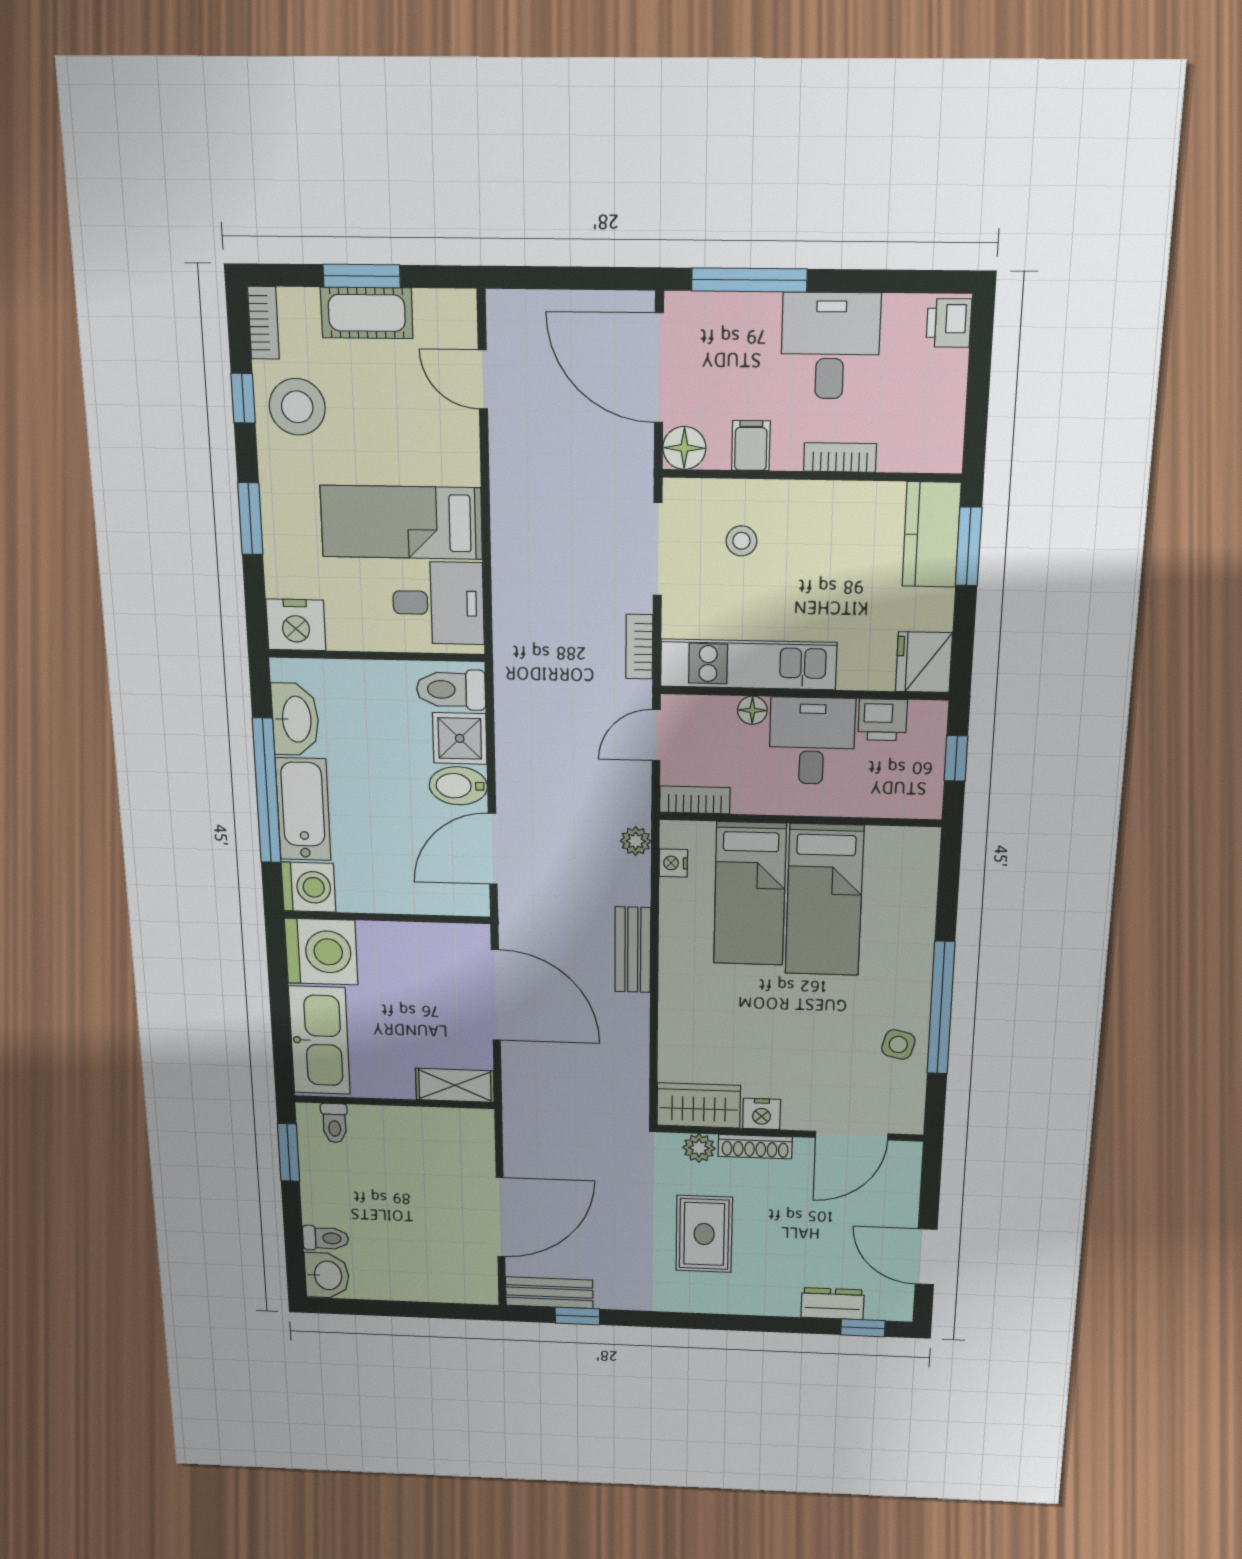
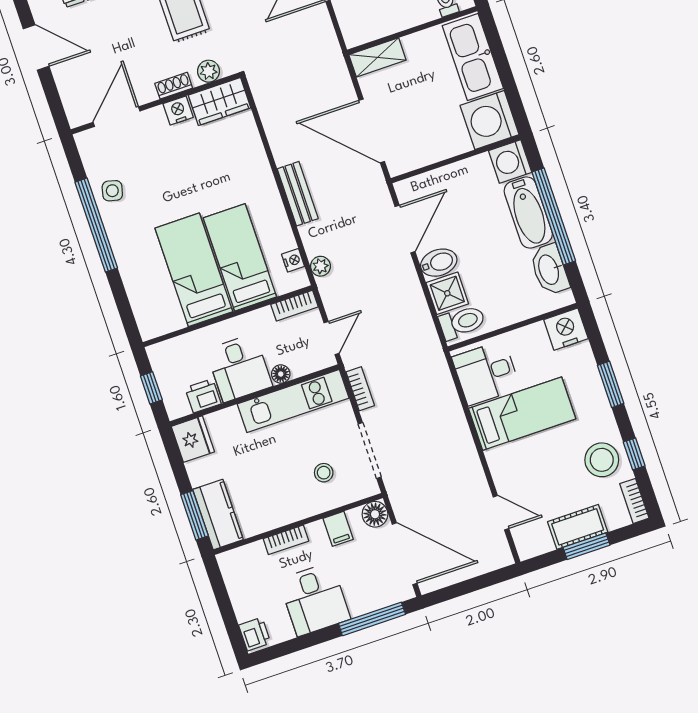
shoe rack: (755, 1147) -> (174, 86), width x0.70

